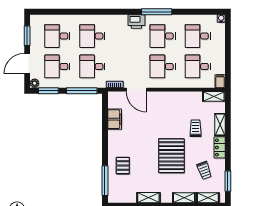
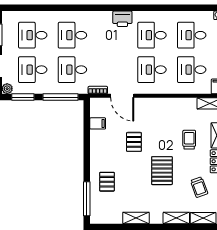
window: (157, 12) -> (145, 8), removed
filing cabinet: (115, 119) -> (98, 123), width x0.50
pallet: (147, 130) -> (134, 142), added
pallet: (171, 156) -> (162, 171), width x0.73, depth x0.71

